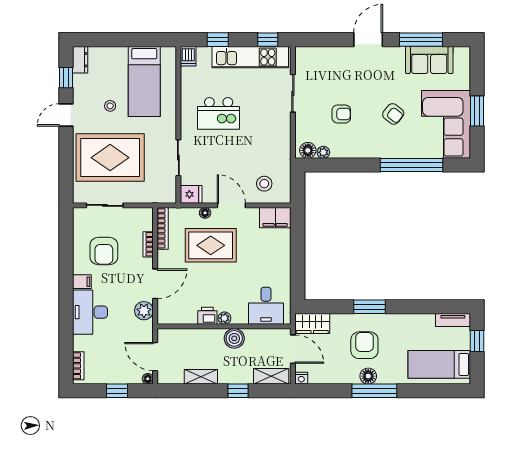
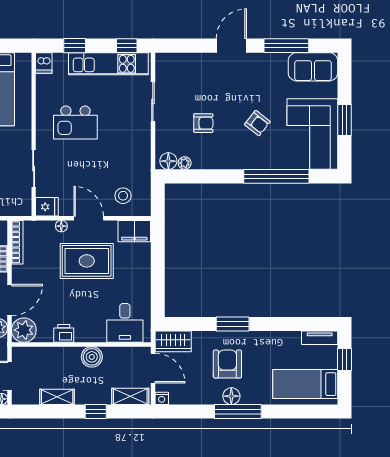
sofa: (429, 60) -> (313, 67), moved
rug: (211, 245) -> (87, 261), moved
plant: (224, 318) -> (24, 330), moved, width x1.87, depth x1.87

